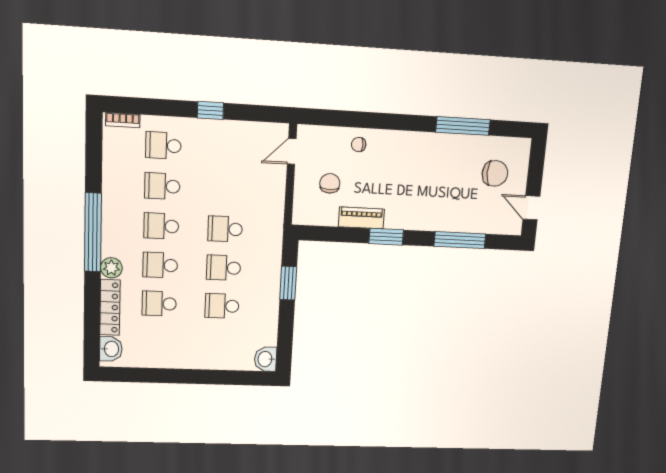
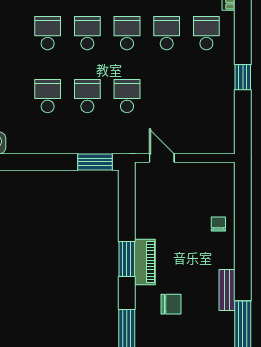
bench: (424, 140) -> (227, 290), added
door: (292, 151) -> (162, 158), moved
chair: (330, 183) -> (171, 304), moved
piano: (361, 218) -> (145, 262), moved
window: (288, 283) -> (95, 162), moved

